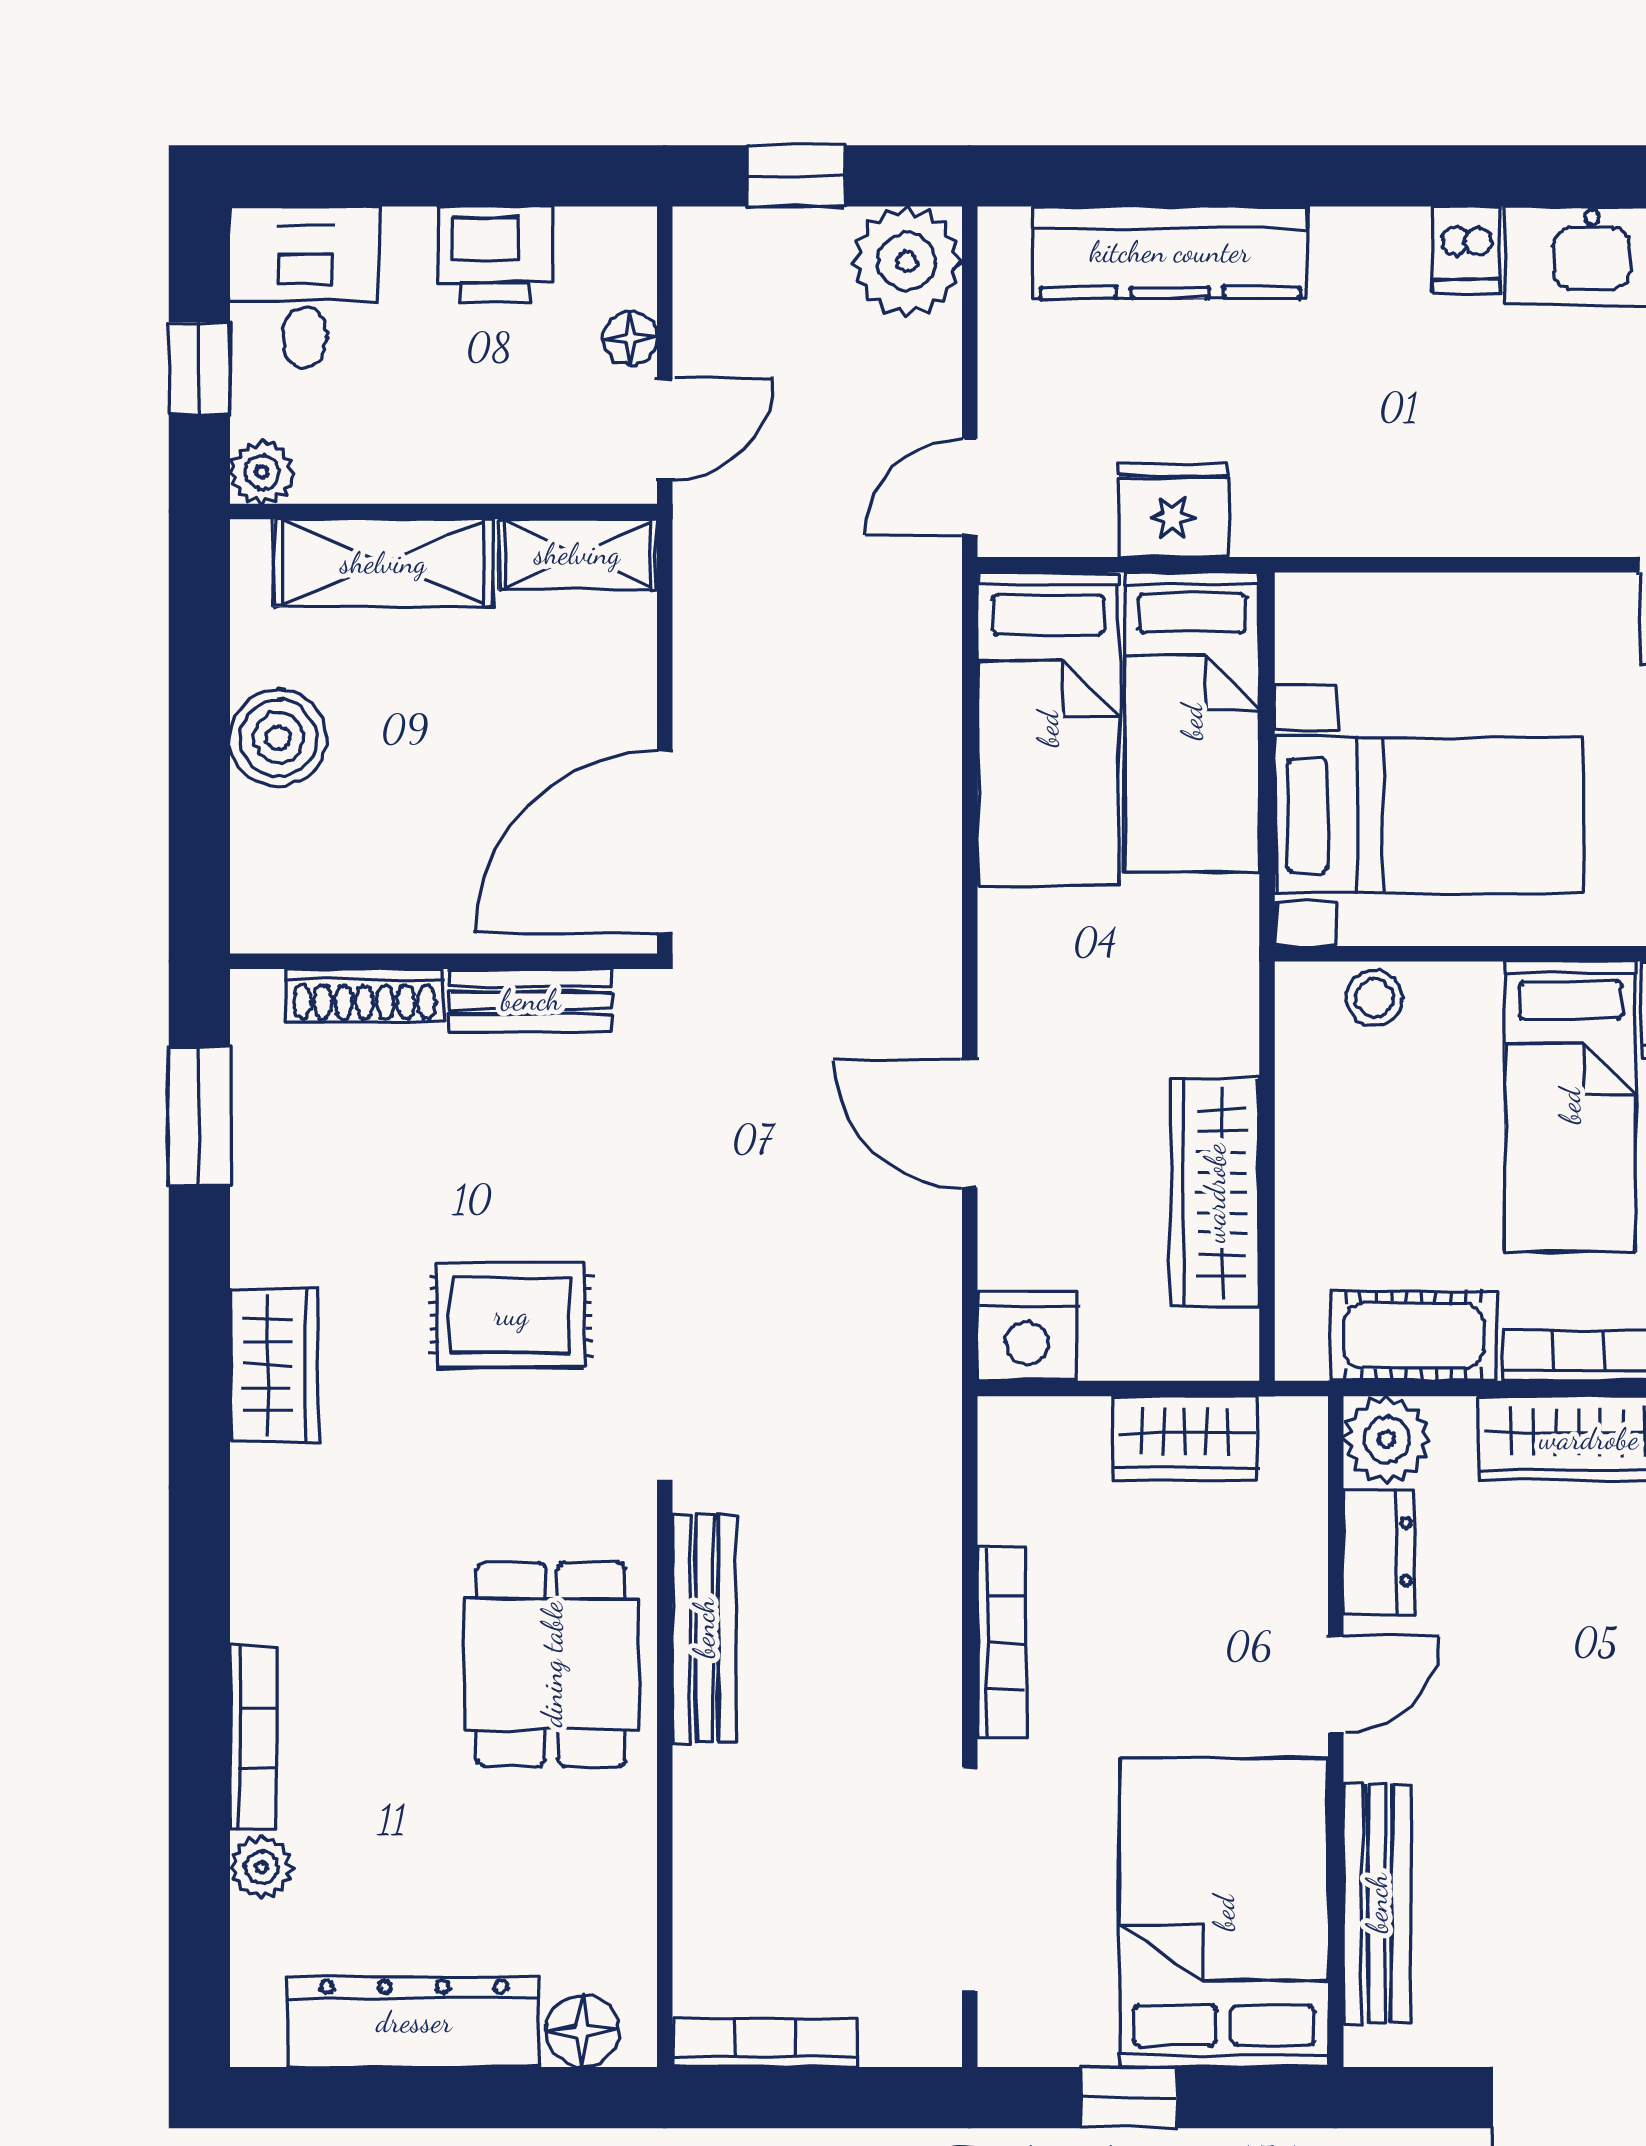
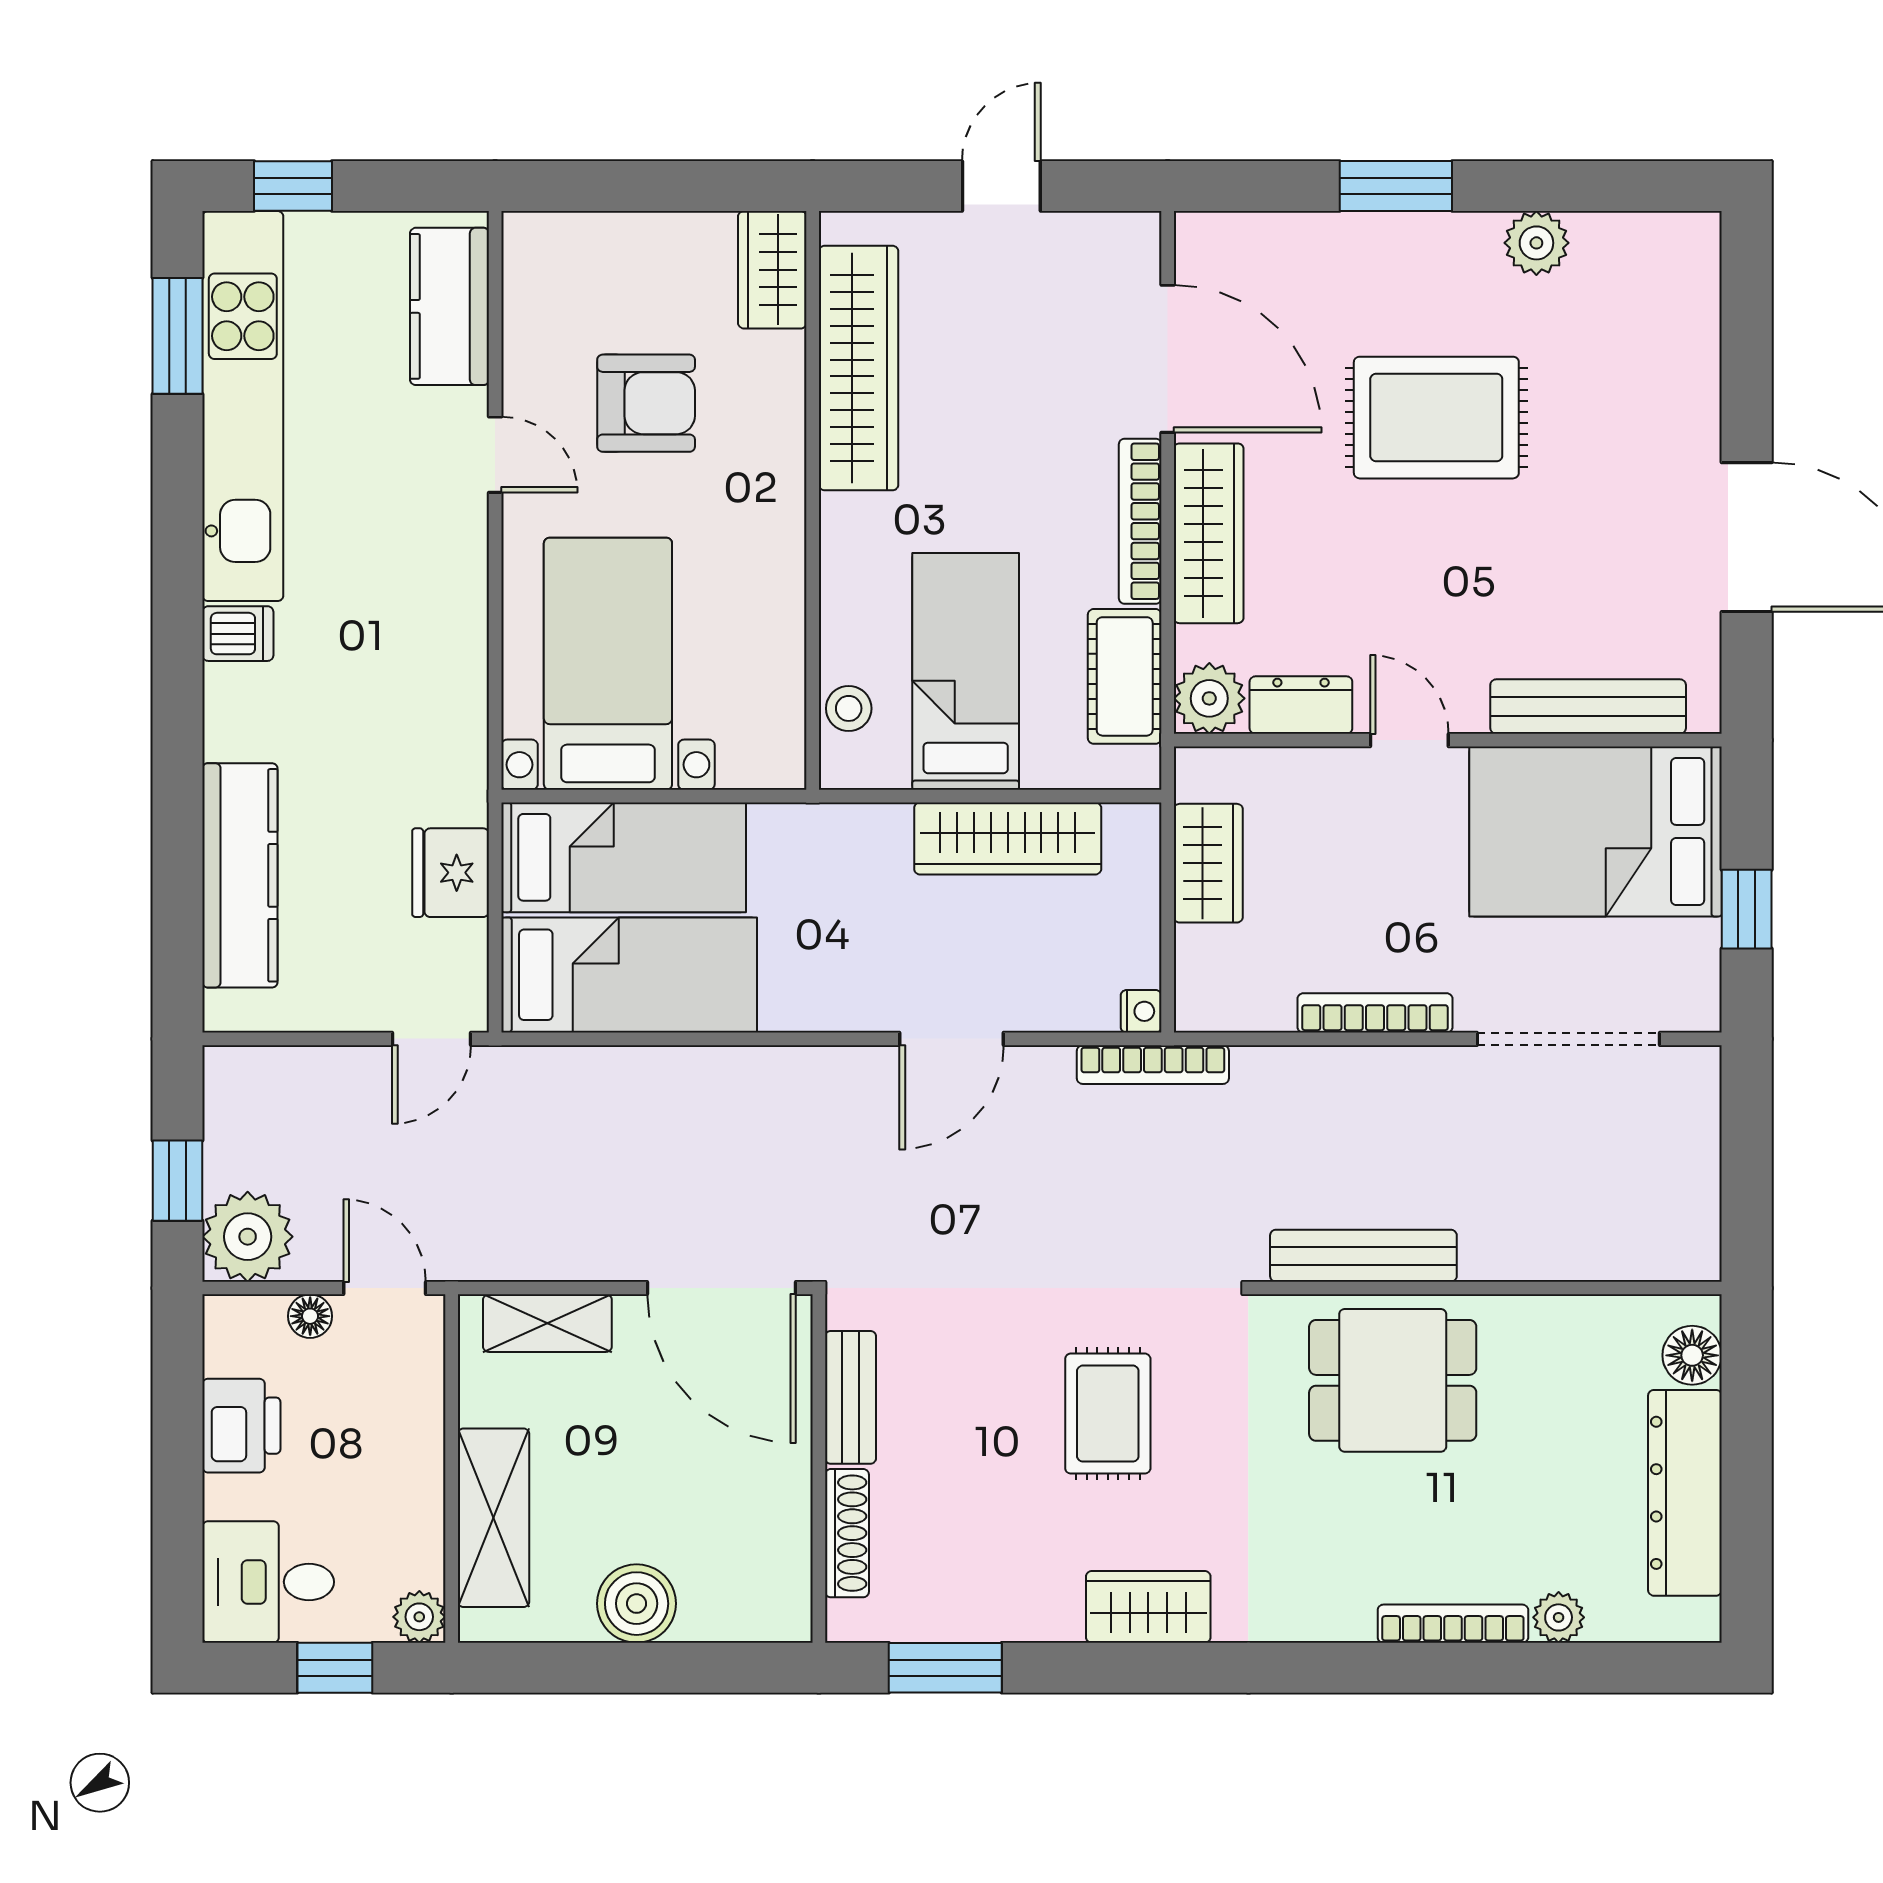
plant: (907, 262) -> (248, 1237), moved
door: (970, 487) -> (432, 1039), hinge flipped
shelving: (577, 554) -> (547, 1323), moved, turned 90
bed with nightstands: (1429, 816) -> (608, 664), moved
bed: (1570, 1106) -> (966, 671), moved, turned -90
nightstand: (1027, 1336) -> (1141, 1011), width x0.53, depth x0.56
bookcase: (765, 2043) -> (1153, 1065), moved, turned -90

